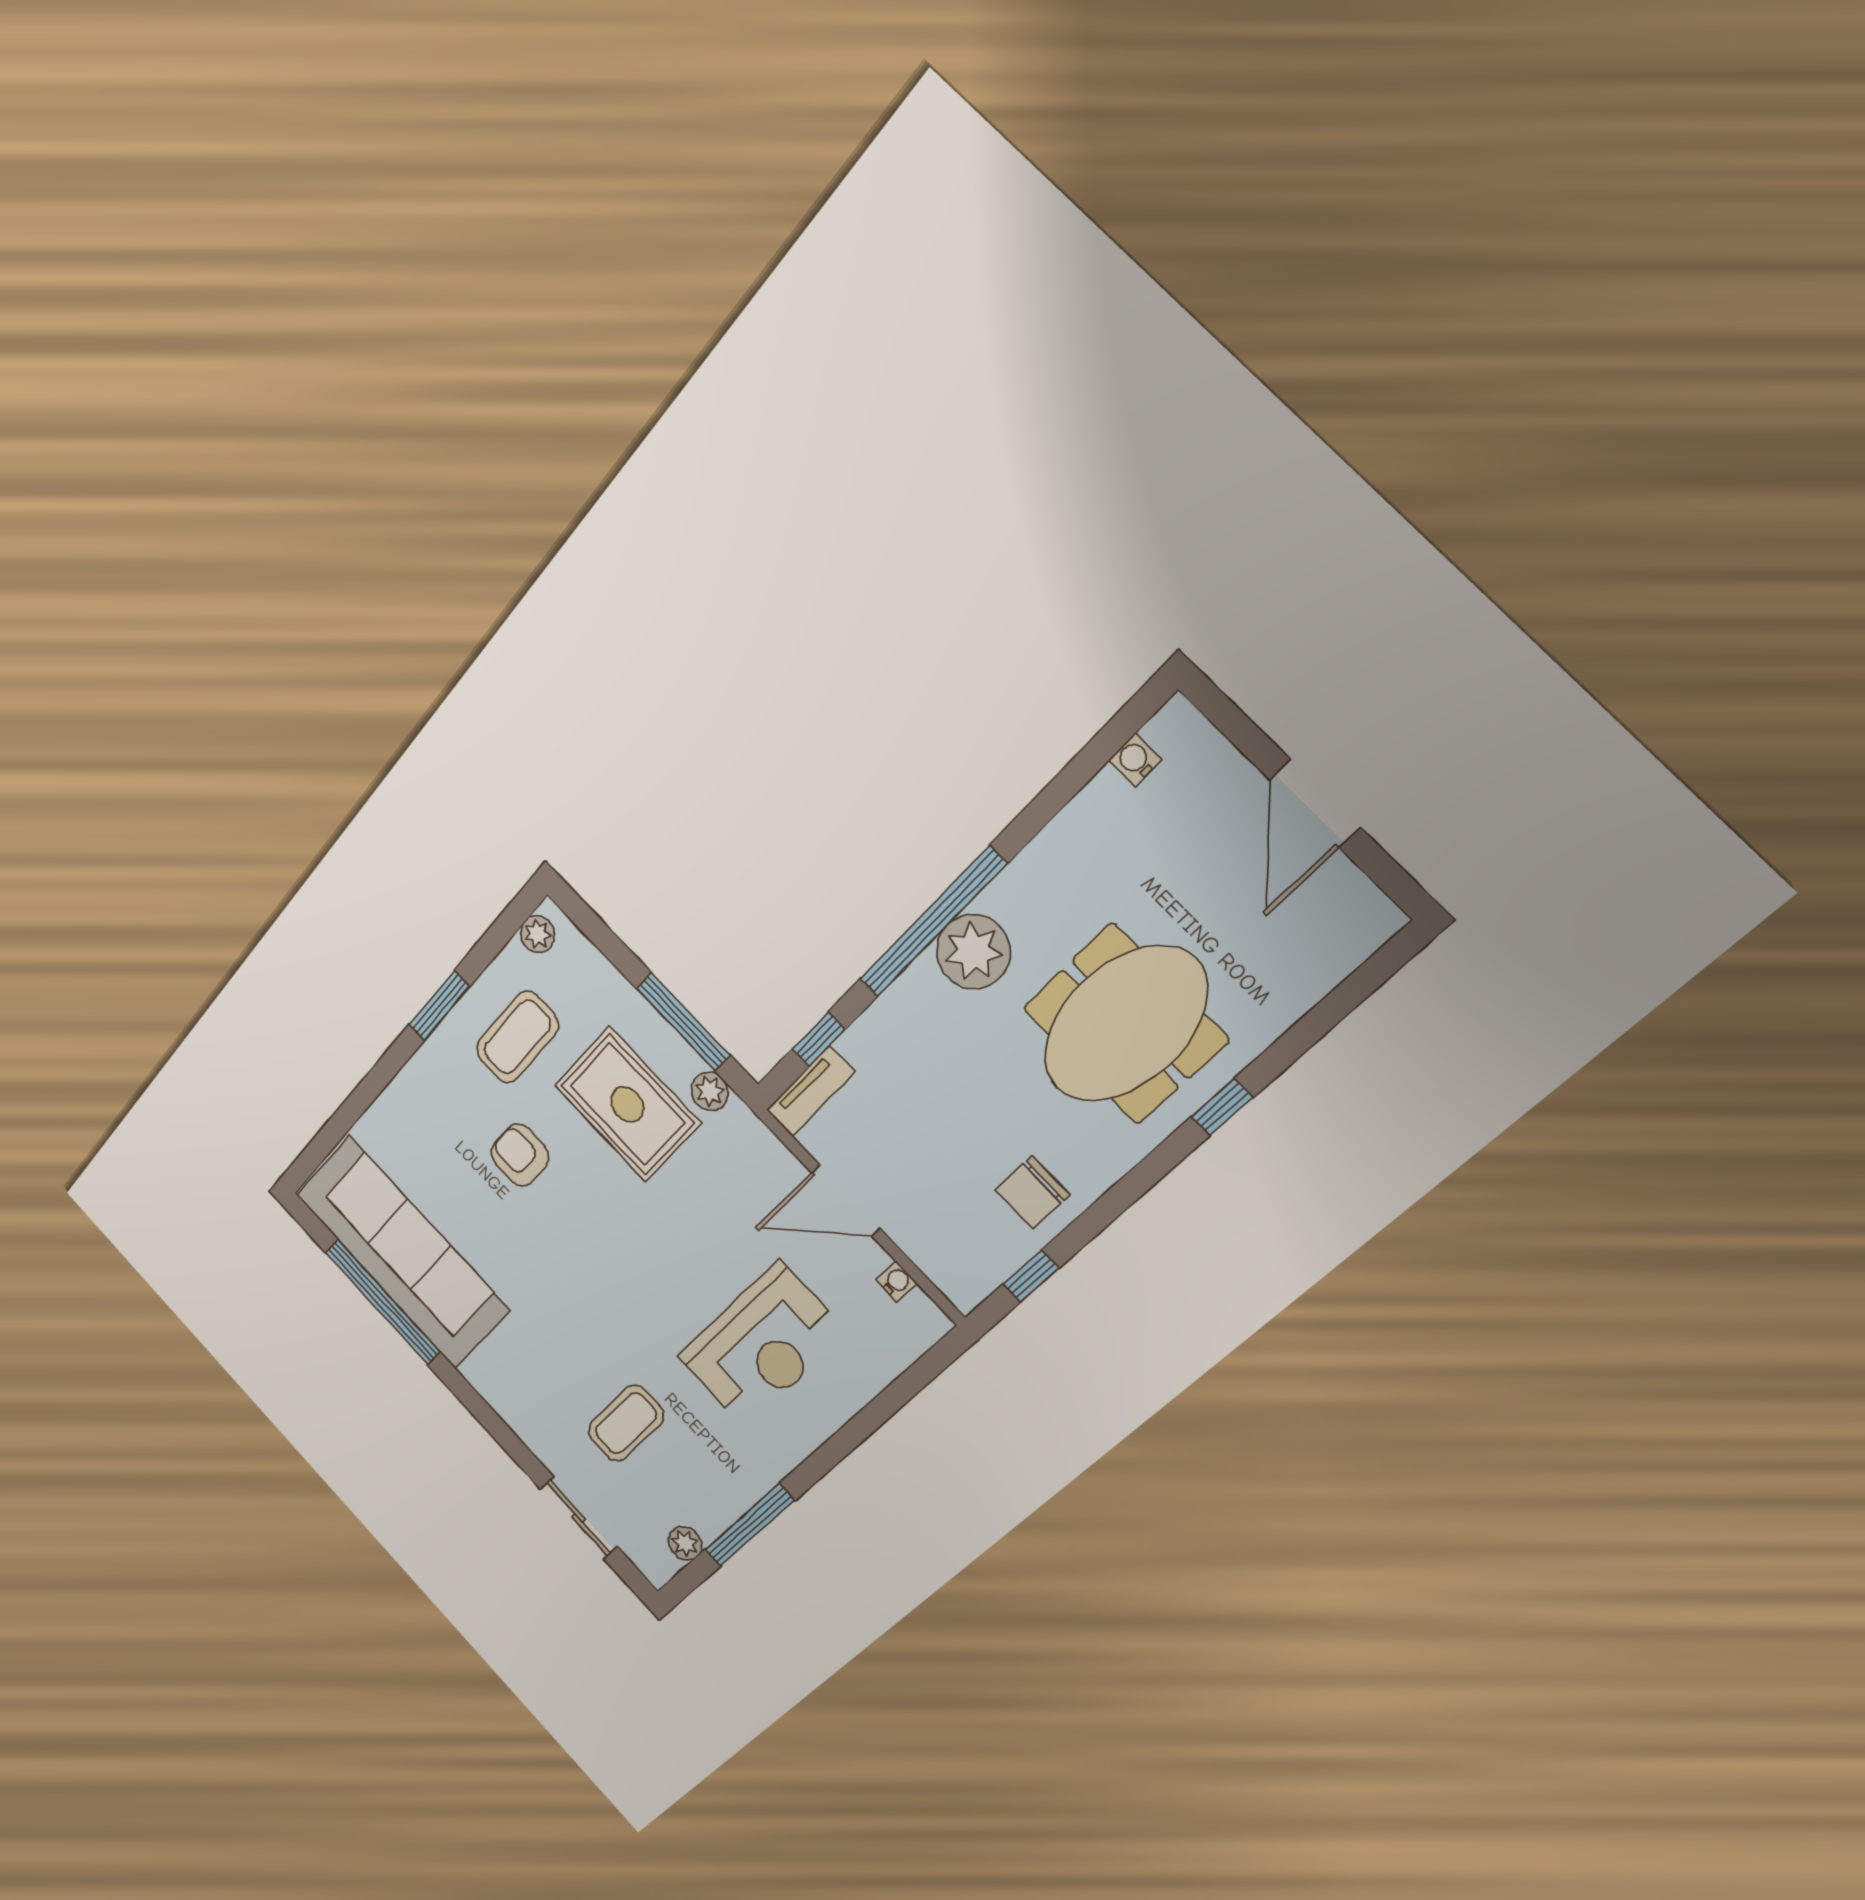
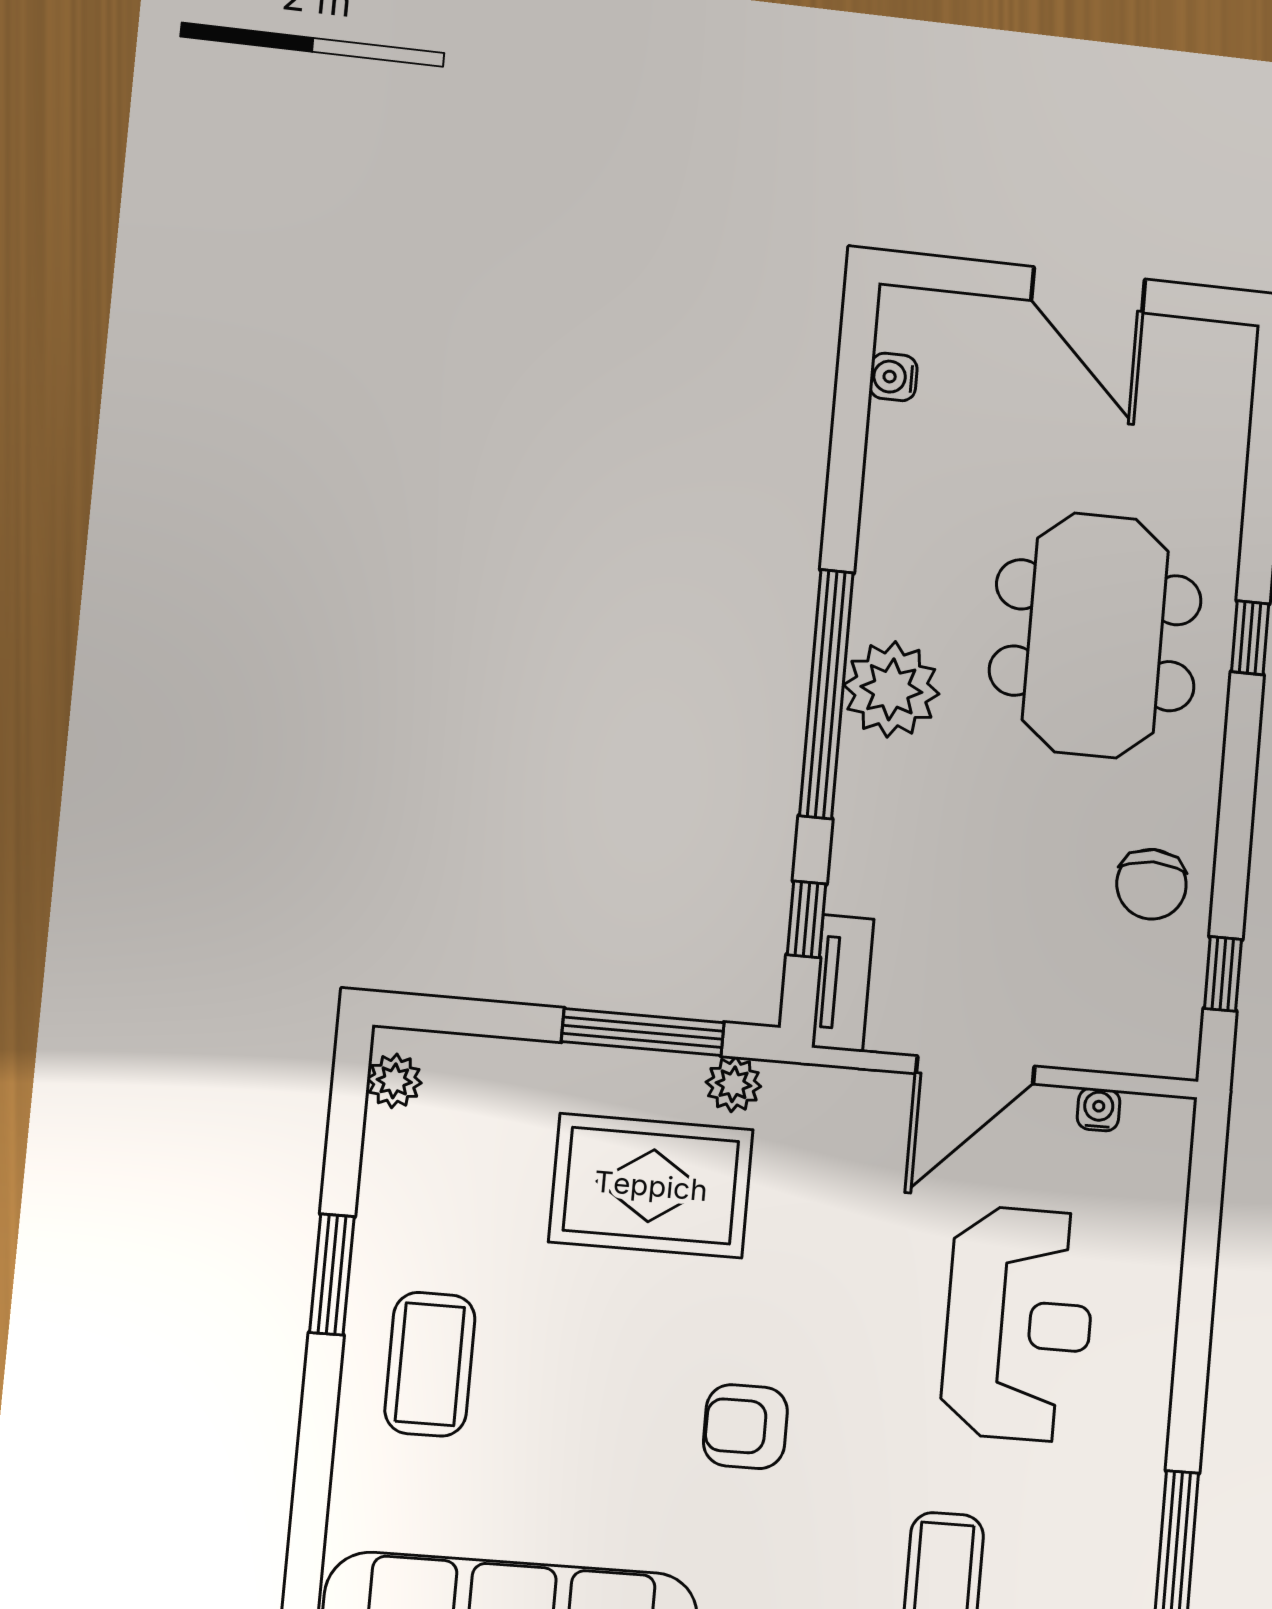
coffee table: (517, 1037) -> (430, 1364), moved
armchair: (520, 1155) -> (745, 1427), moved

